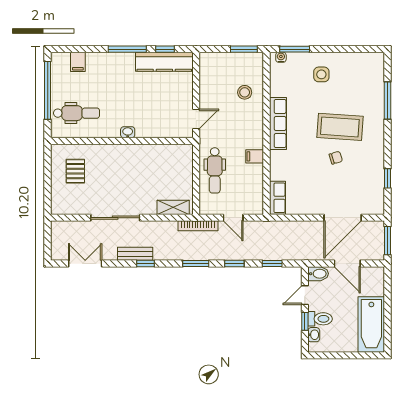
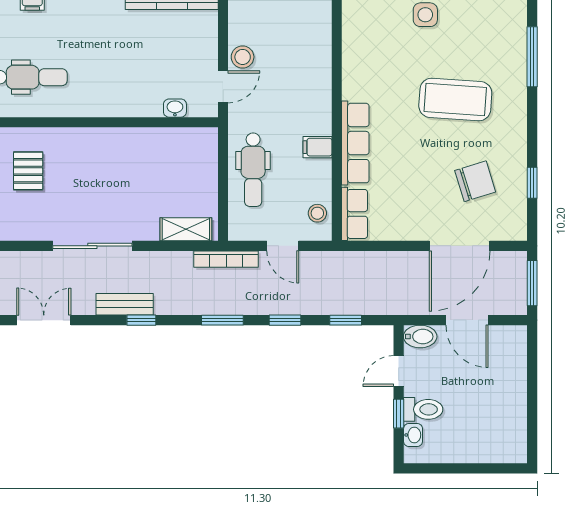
stool: (245, 92) -> (243, 57), moved
row of seats: (278, 124) -> (355, 143), moved
washbasin: (128, 132) -> (175, 108), moved
chair: (336, 158) -> (475, 181), moved, width x1.87, depth x1.87
stool: (255, 197) -> (317, 213), added
bathtub: (371, 325) -> (506, 419), removed

